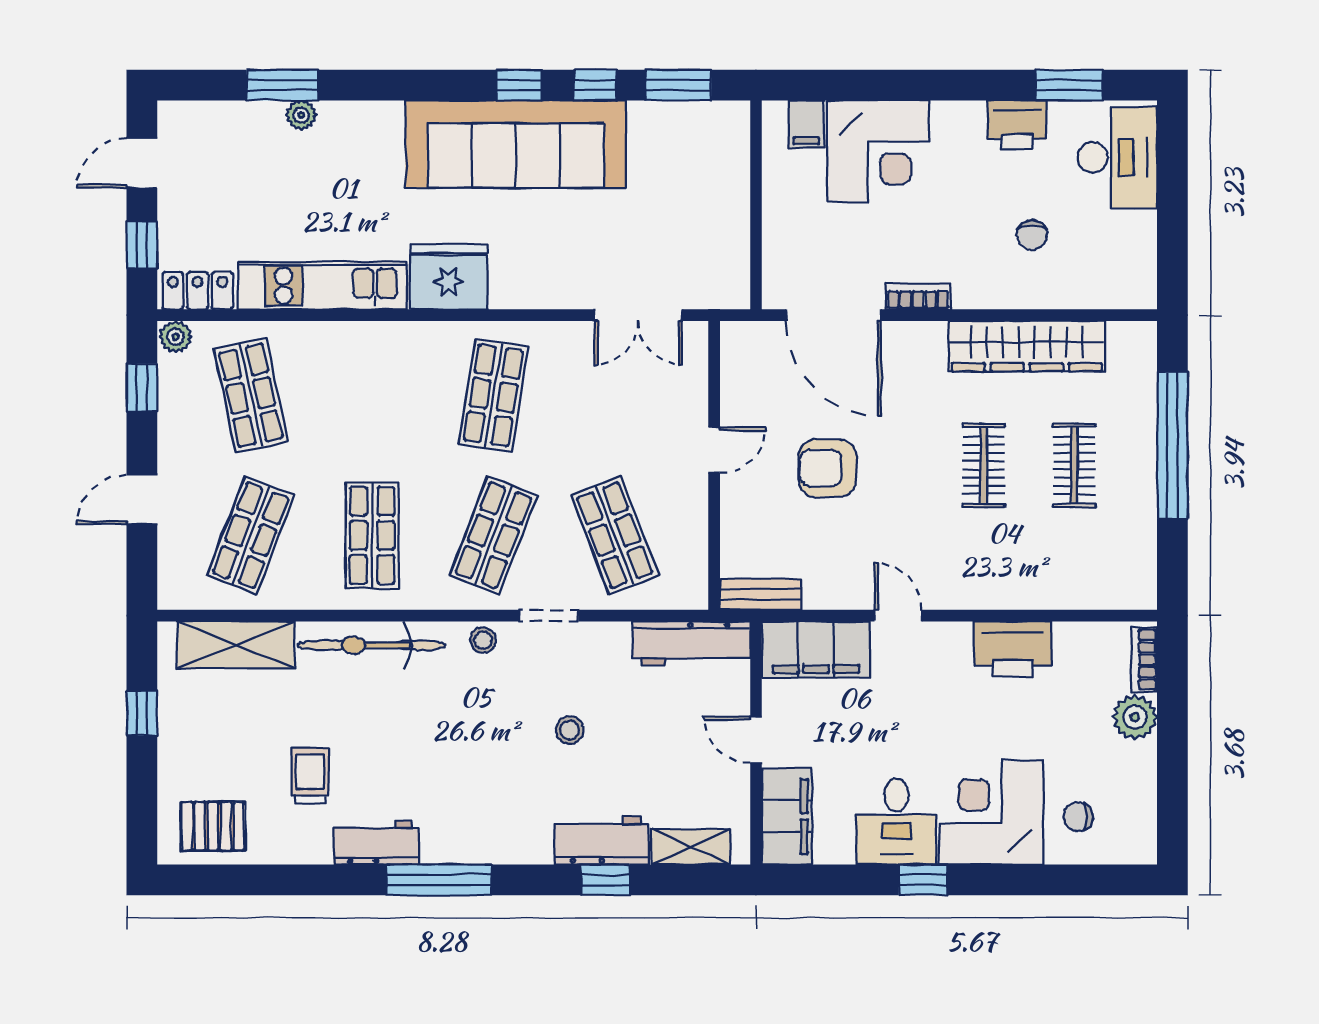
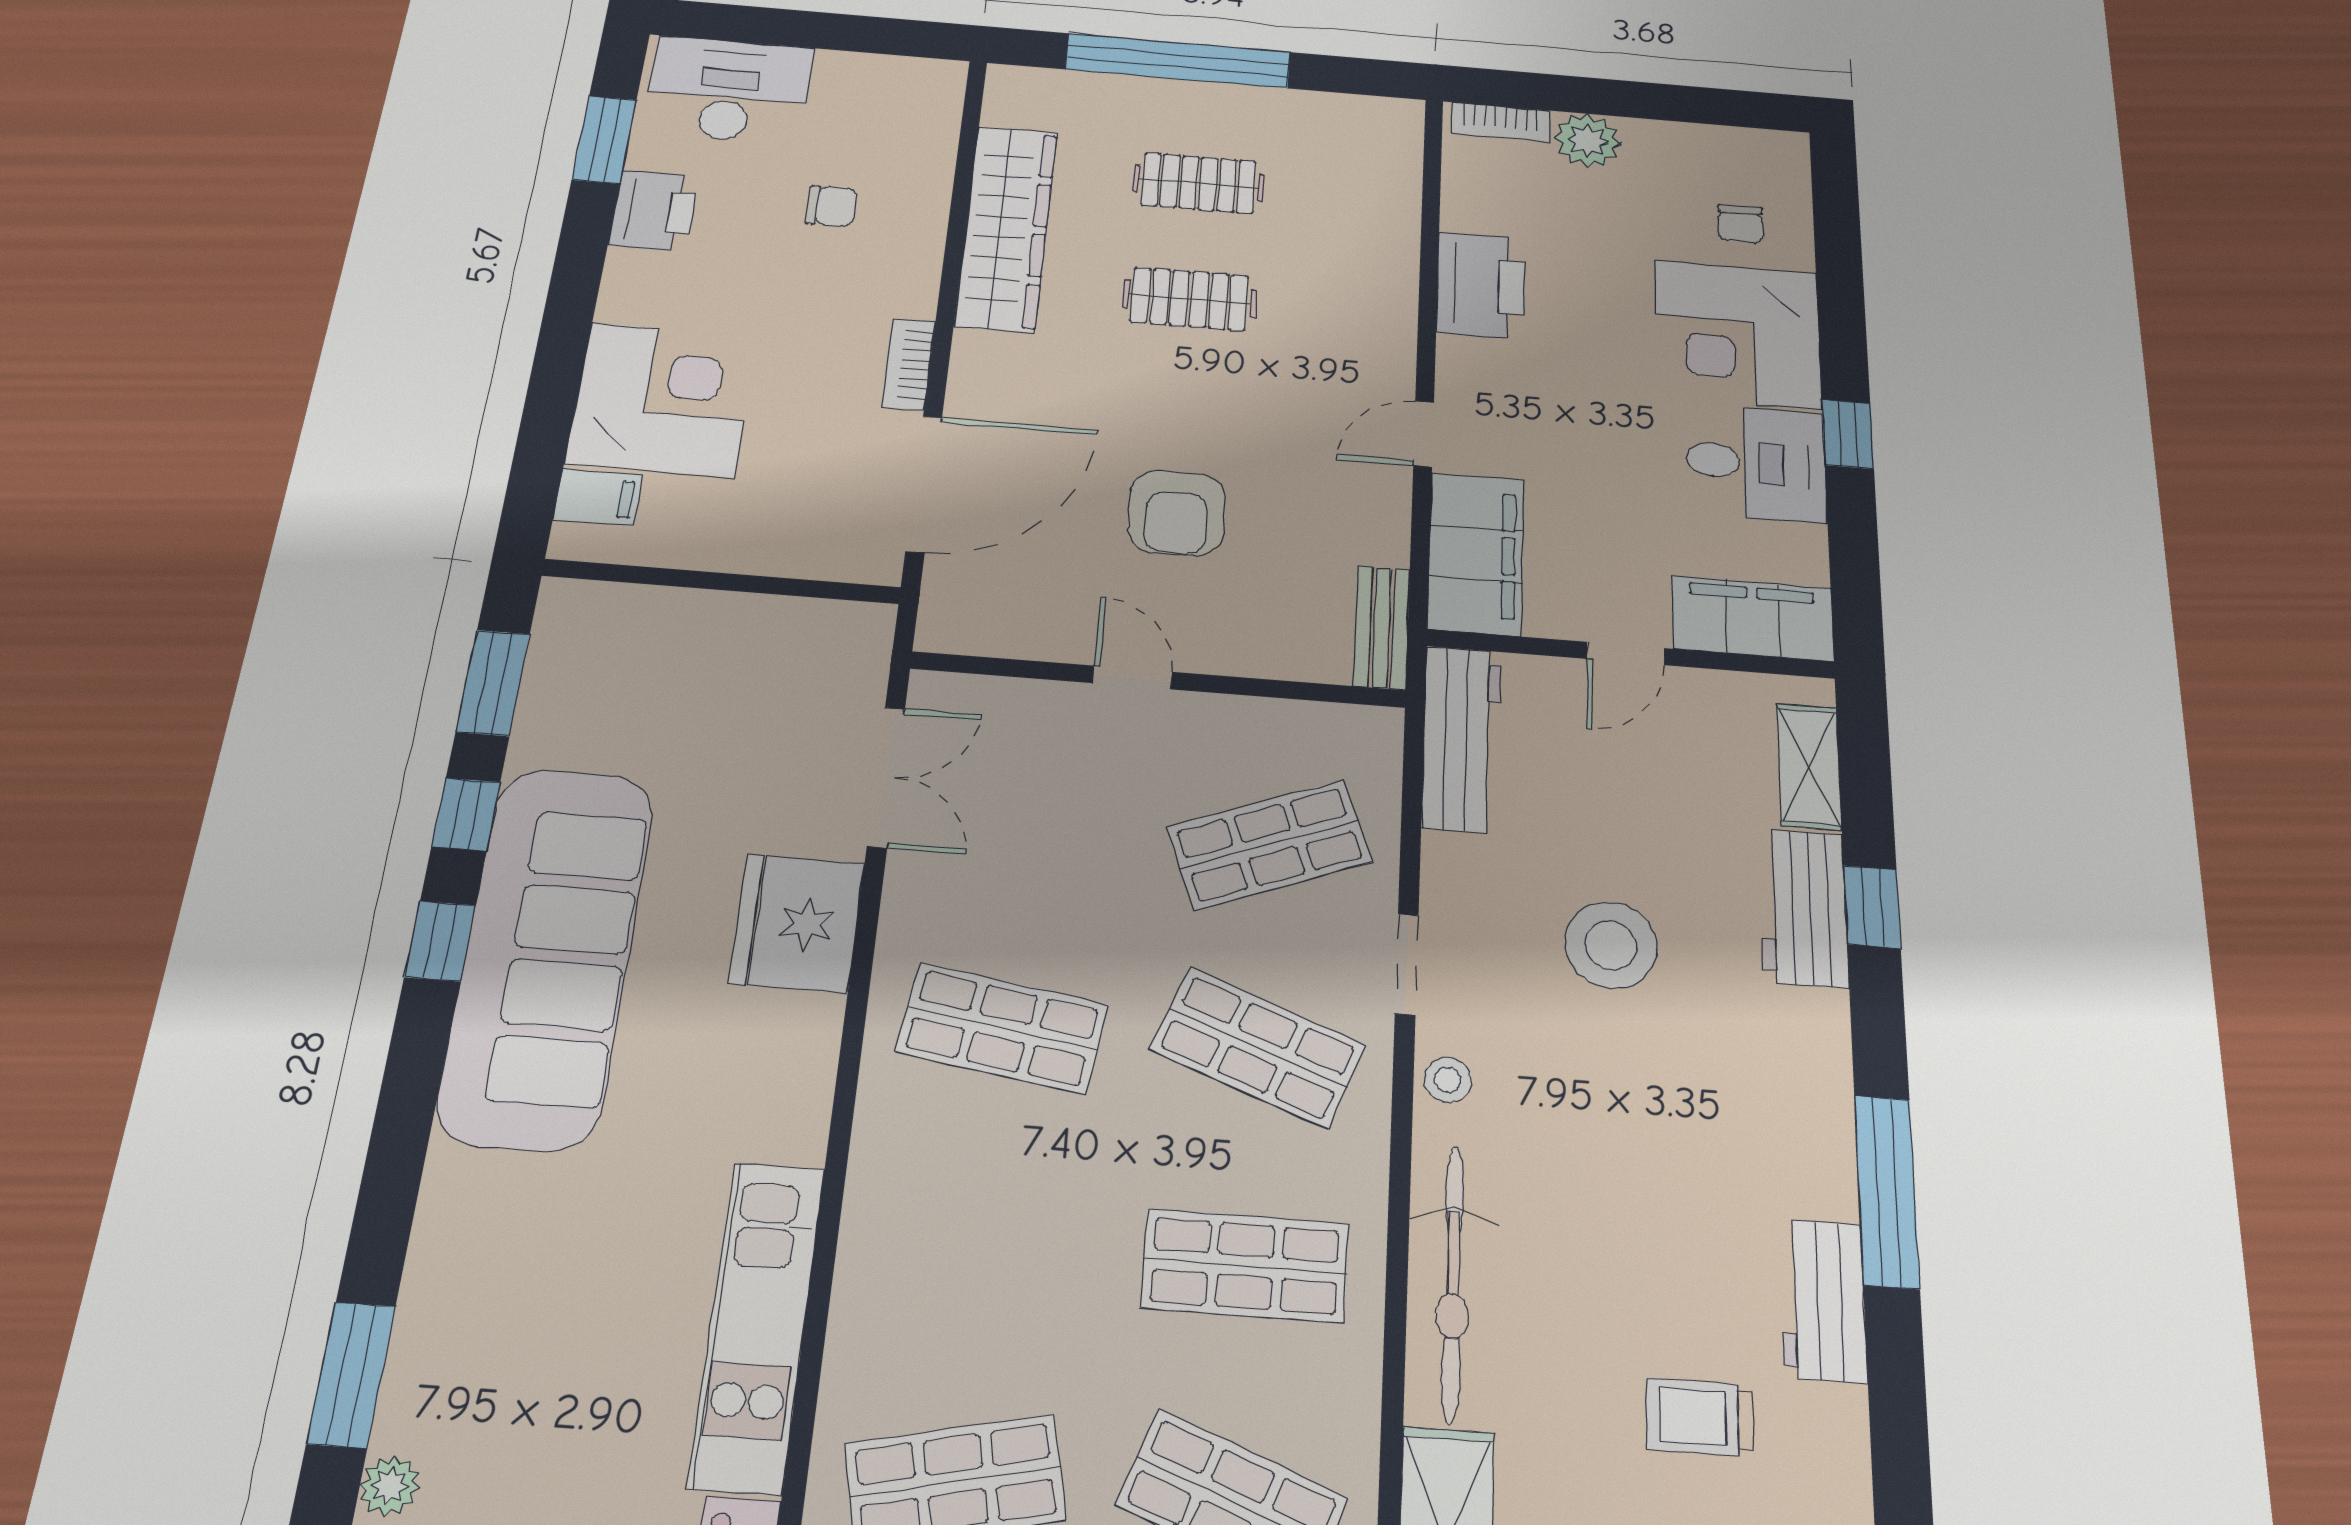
plant: (301, 115) -> (390, 1486), moved
fridge: (449, 277) -> (797, 923), moved
stool: (570, 730) -> (1611, 945), width x1.89, depth x1.89

